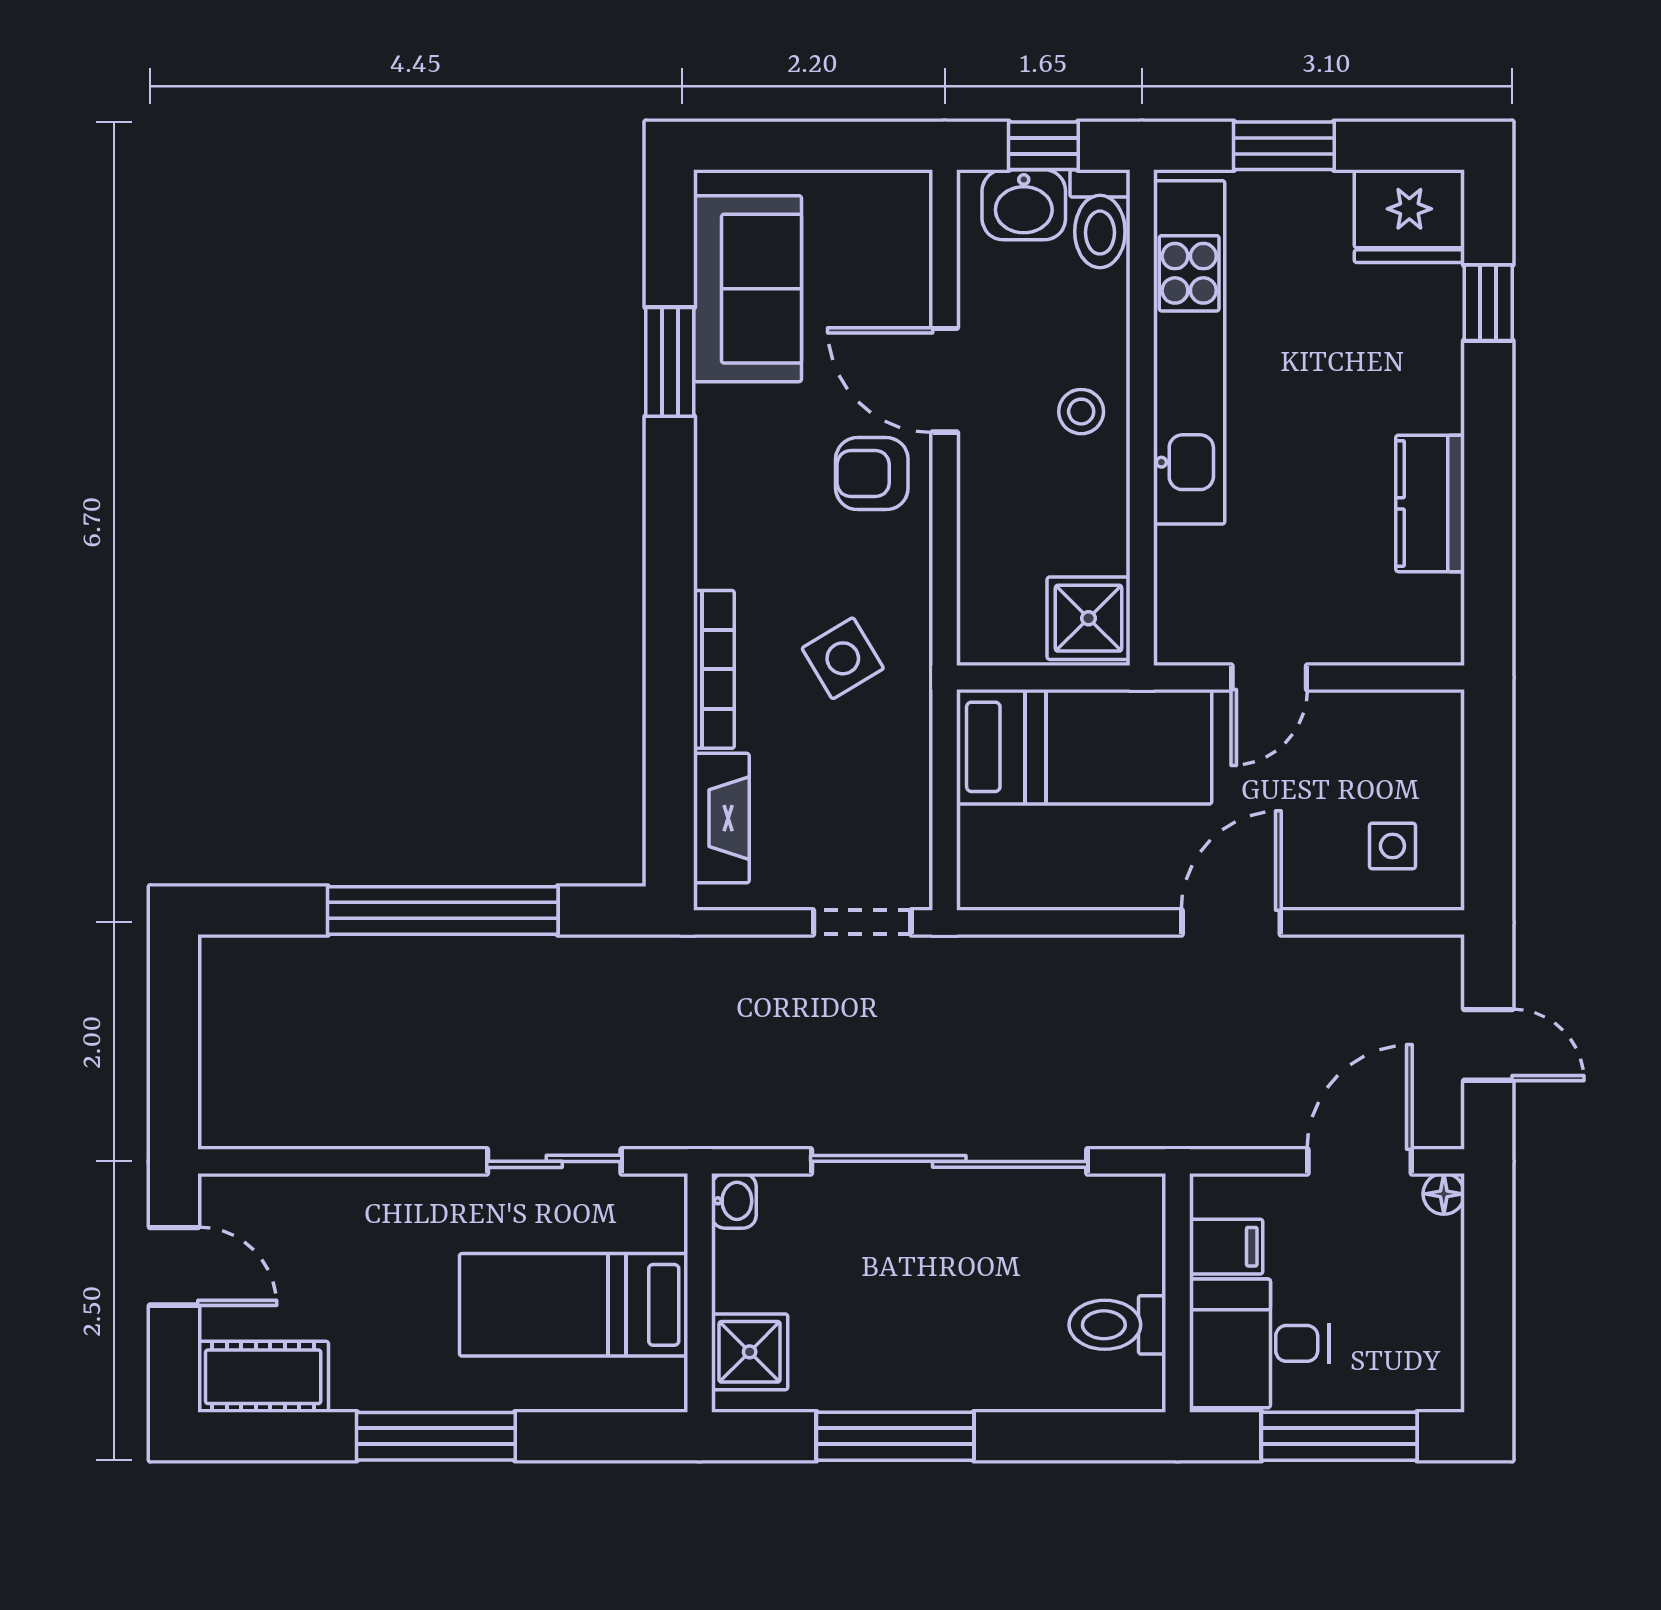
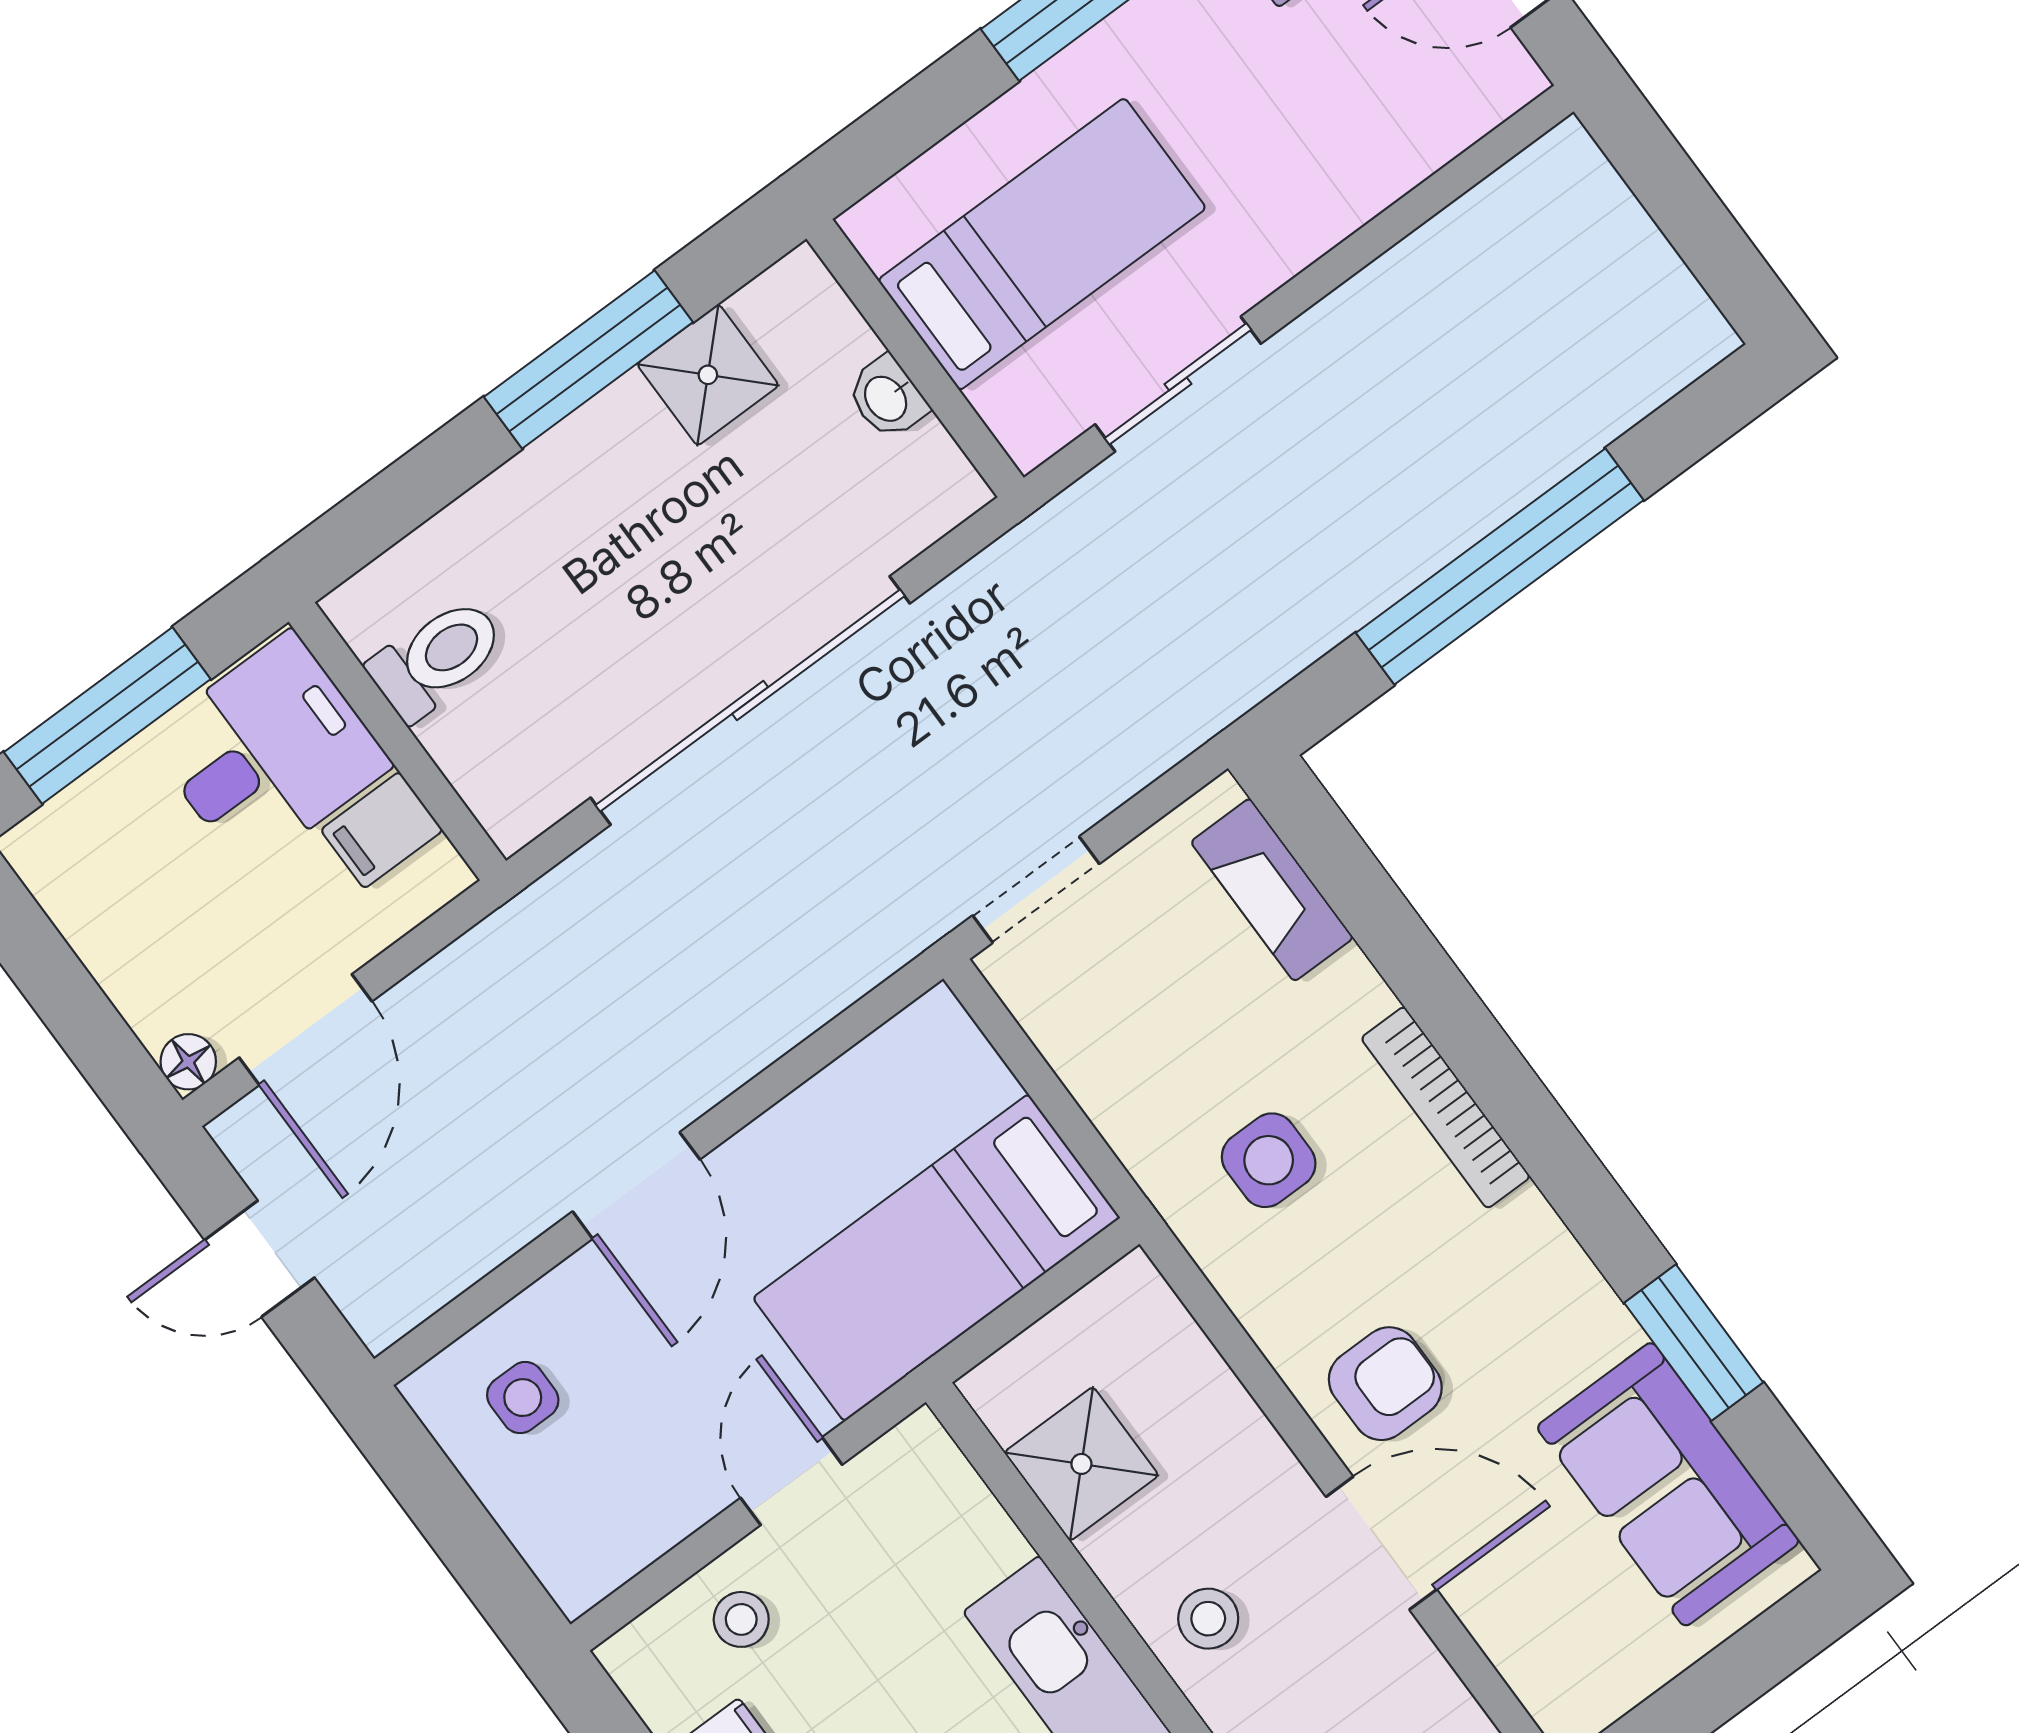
stool: (1360, 617) -> (741, 1619), added
shower: (1088, 618) -> (1081, 1464), moved
side table: (843, 658) -> (1269, 1160), turned 31
bookcase: (714, 669) -> (1446, 1107), moved
washbasin: (734, 1201) -> (887, 398), moved
shower: (750, 1352) -> (708, 375), moved

